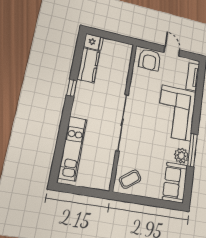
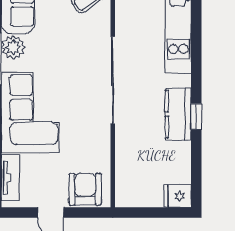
kitchen counter: (89, 65) -> (178, 114), moved

